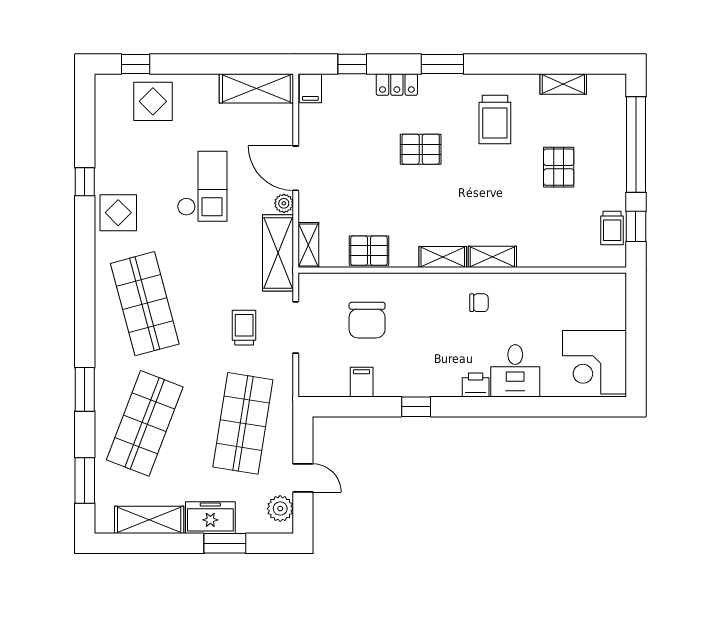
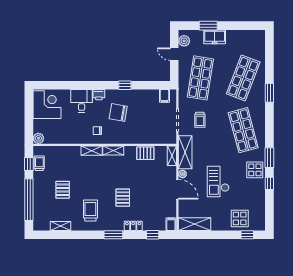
pallet: (421, 149) -> (123, 198), turned 90
plant: (614, 285) -> (38, 138), added
chair: (367, 320) -> (118, 112), moved, turned -80
filing cabinet: (362, 382) -> (164, 96), moved
window: (85, 480) -> (269, 158), moved
shelving: (149, 520) -> (241, 36), removed

